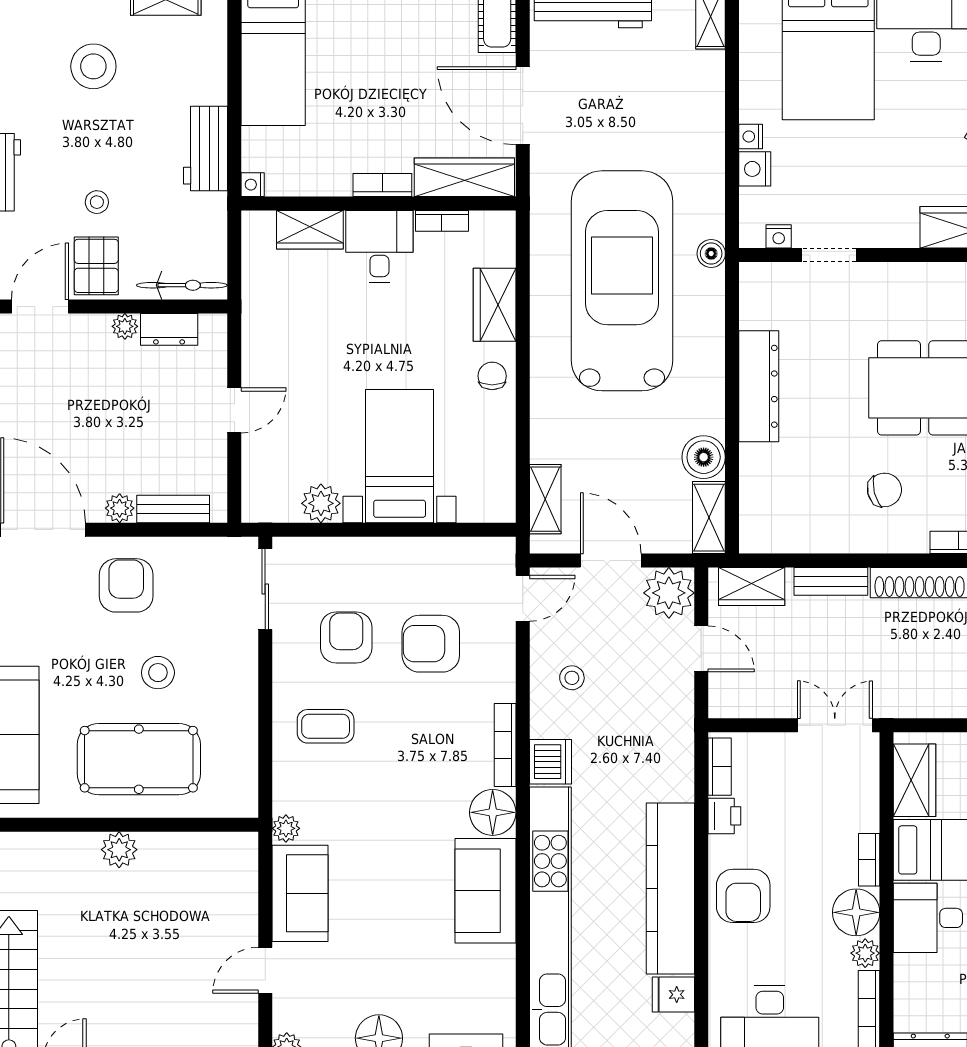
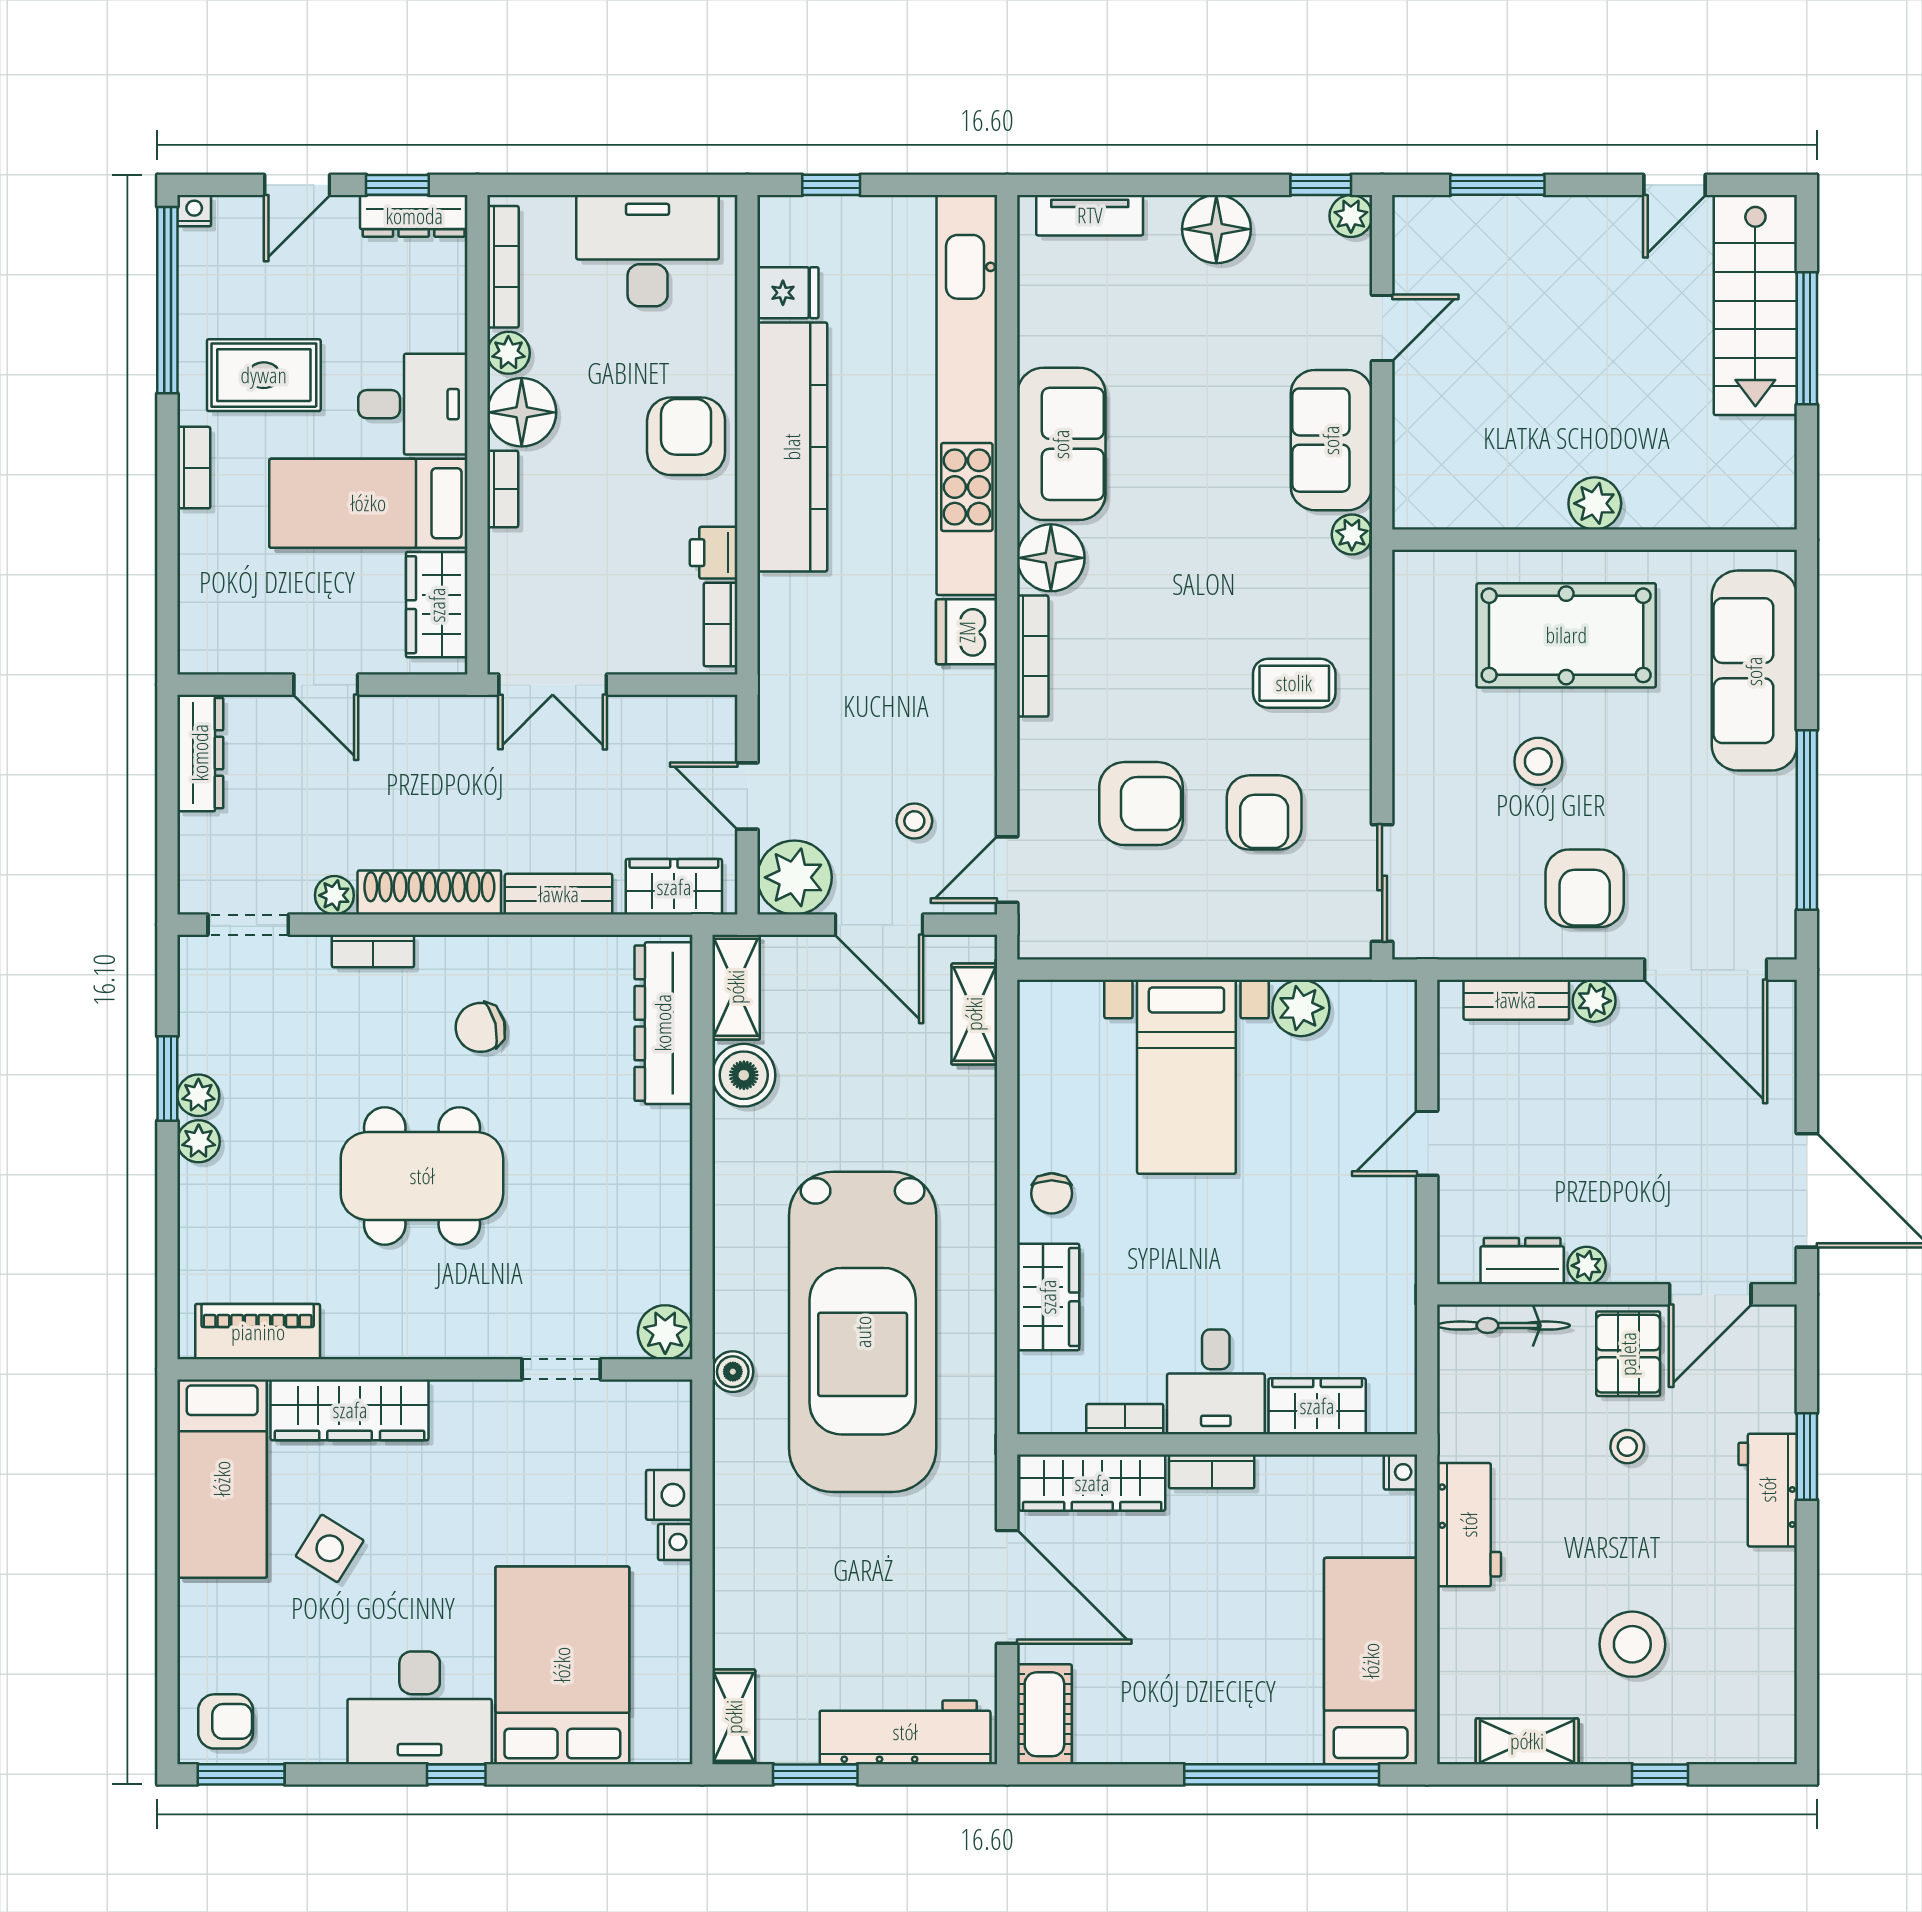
nightstand: (779, 236) -> (634, 1397), removed
plant: (758, 281) -> (665, 1332), added
dresser: (759, 386) -> (663, 1023), moved
stool: (572, 678) -> (914, 821), moved

